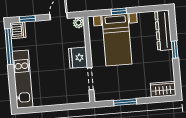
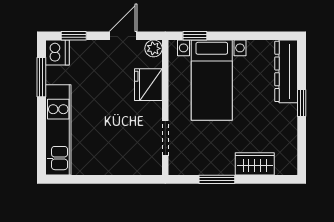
window: (119, 11) -> (195, 36), moved
window: (9, 47) -> (41, 77), width x0.69
fridge: (78, 58) -> (148, 85), moved
wardrobe: (163, 89) -> (255, 164), moved

